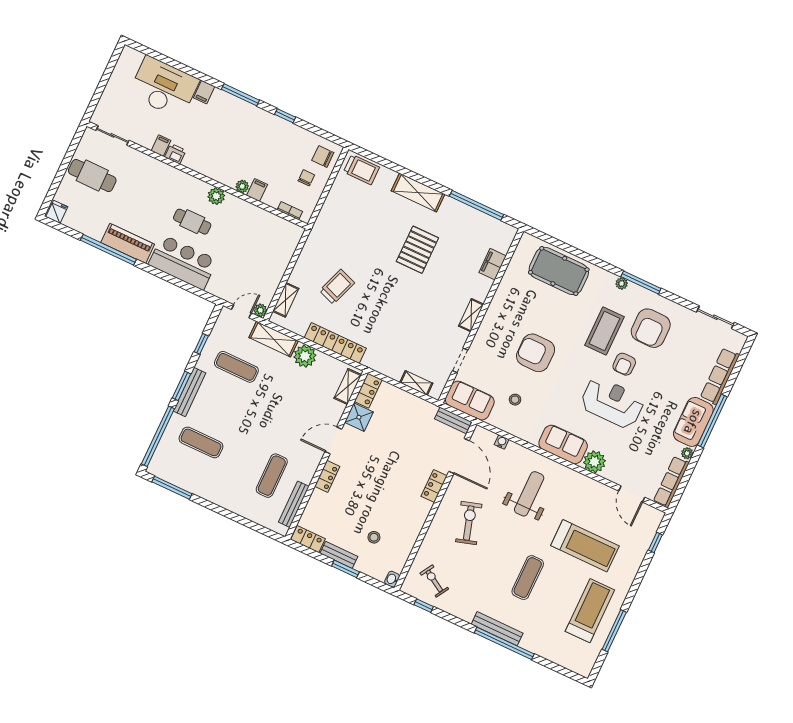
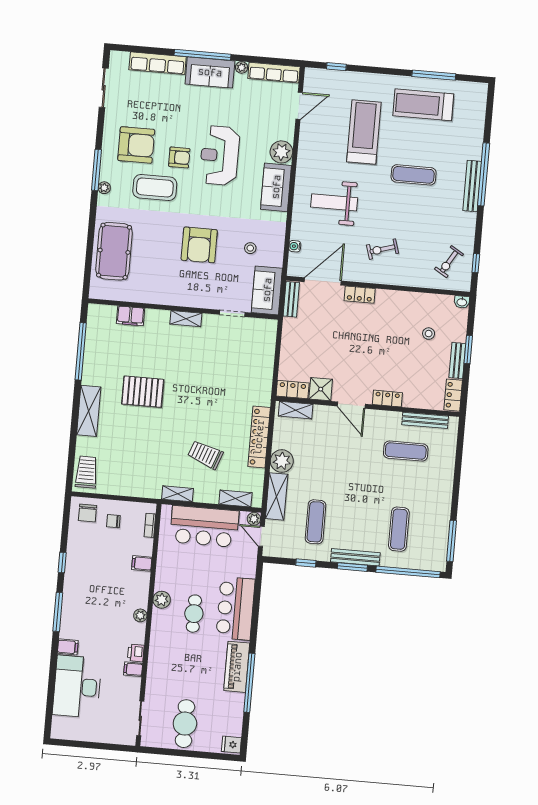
plant: (242, 186) -> (140, 615), moved
bar counter: (270, 261) -> (204, 526), added
shelving: (416, 383) -> (177, 494), moved, turned 90
exercise bike: (469, 523) -> (382, 249), width x0.73, depth x0.72

